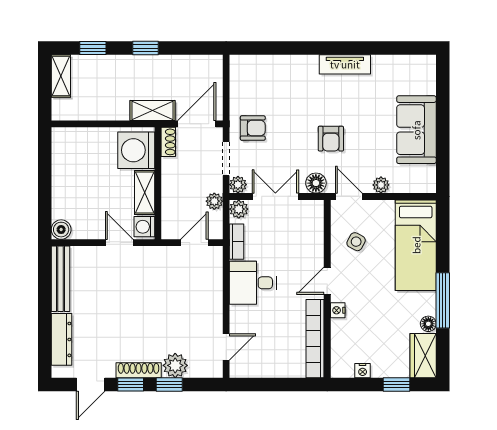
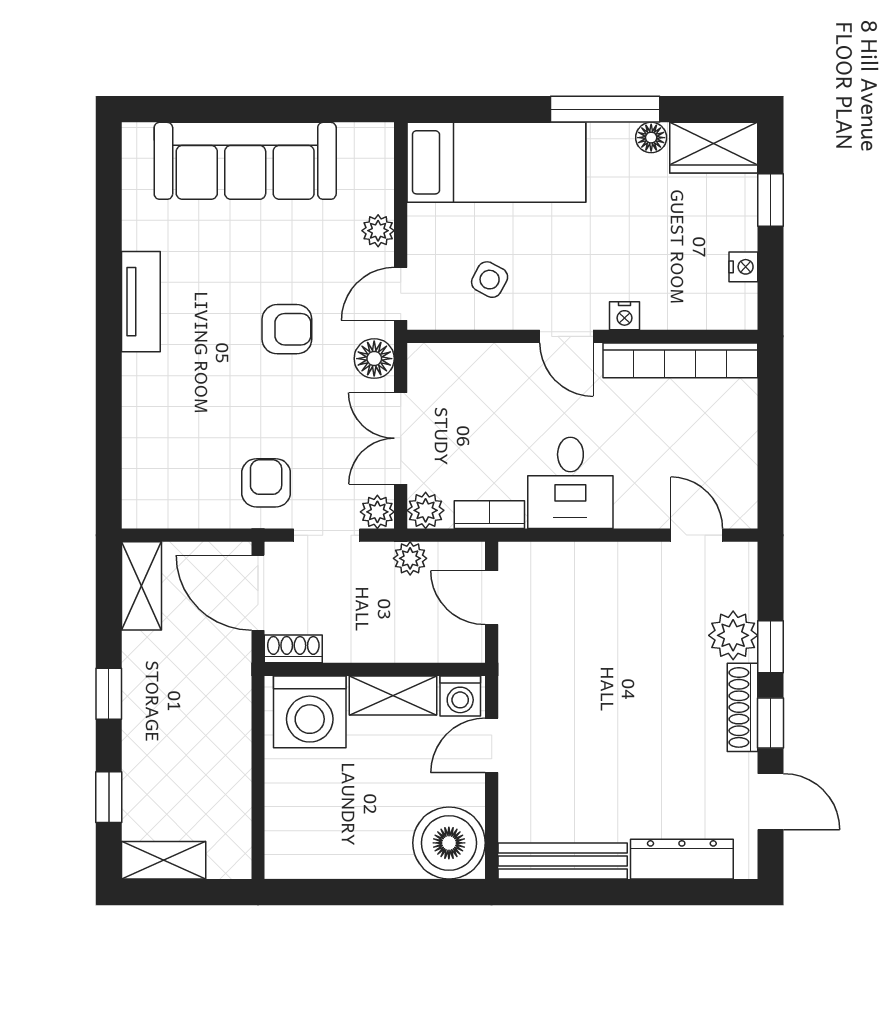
shelving: (153, 111) -> (142, 586), moved
sofa: (416, 130) -> (245, 161), width x1.36
boiler: (61, 230) -> (449, 843), width x1.86, depth x1.86

